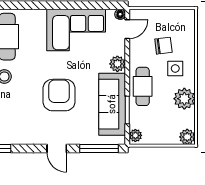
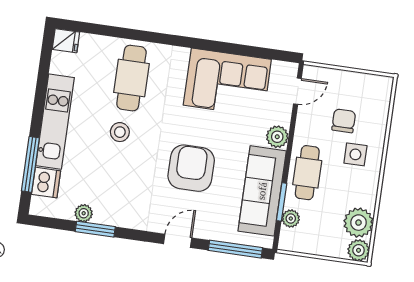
floor lamp: (120, 14) -> (291, 69), removed
chair: (163, 46) -> (344, 121), turned -83
plant: (184, 99) -> (358, 223), moved
plant: (135, 135) -> (291, 218), moved
door: (57, 149) -> (178, 241), swing flipped

